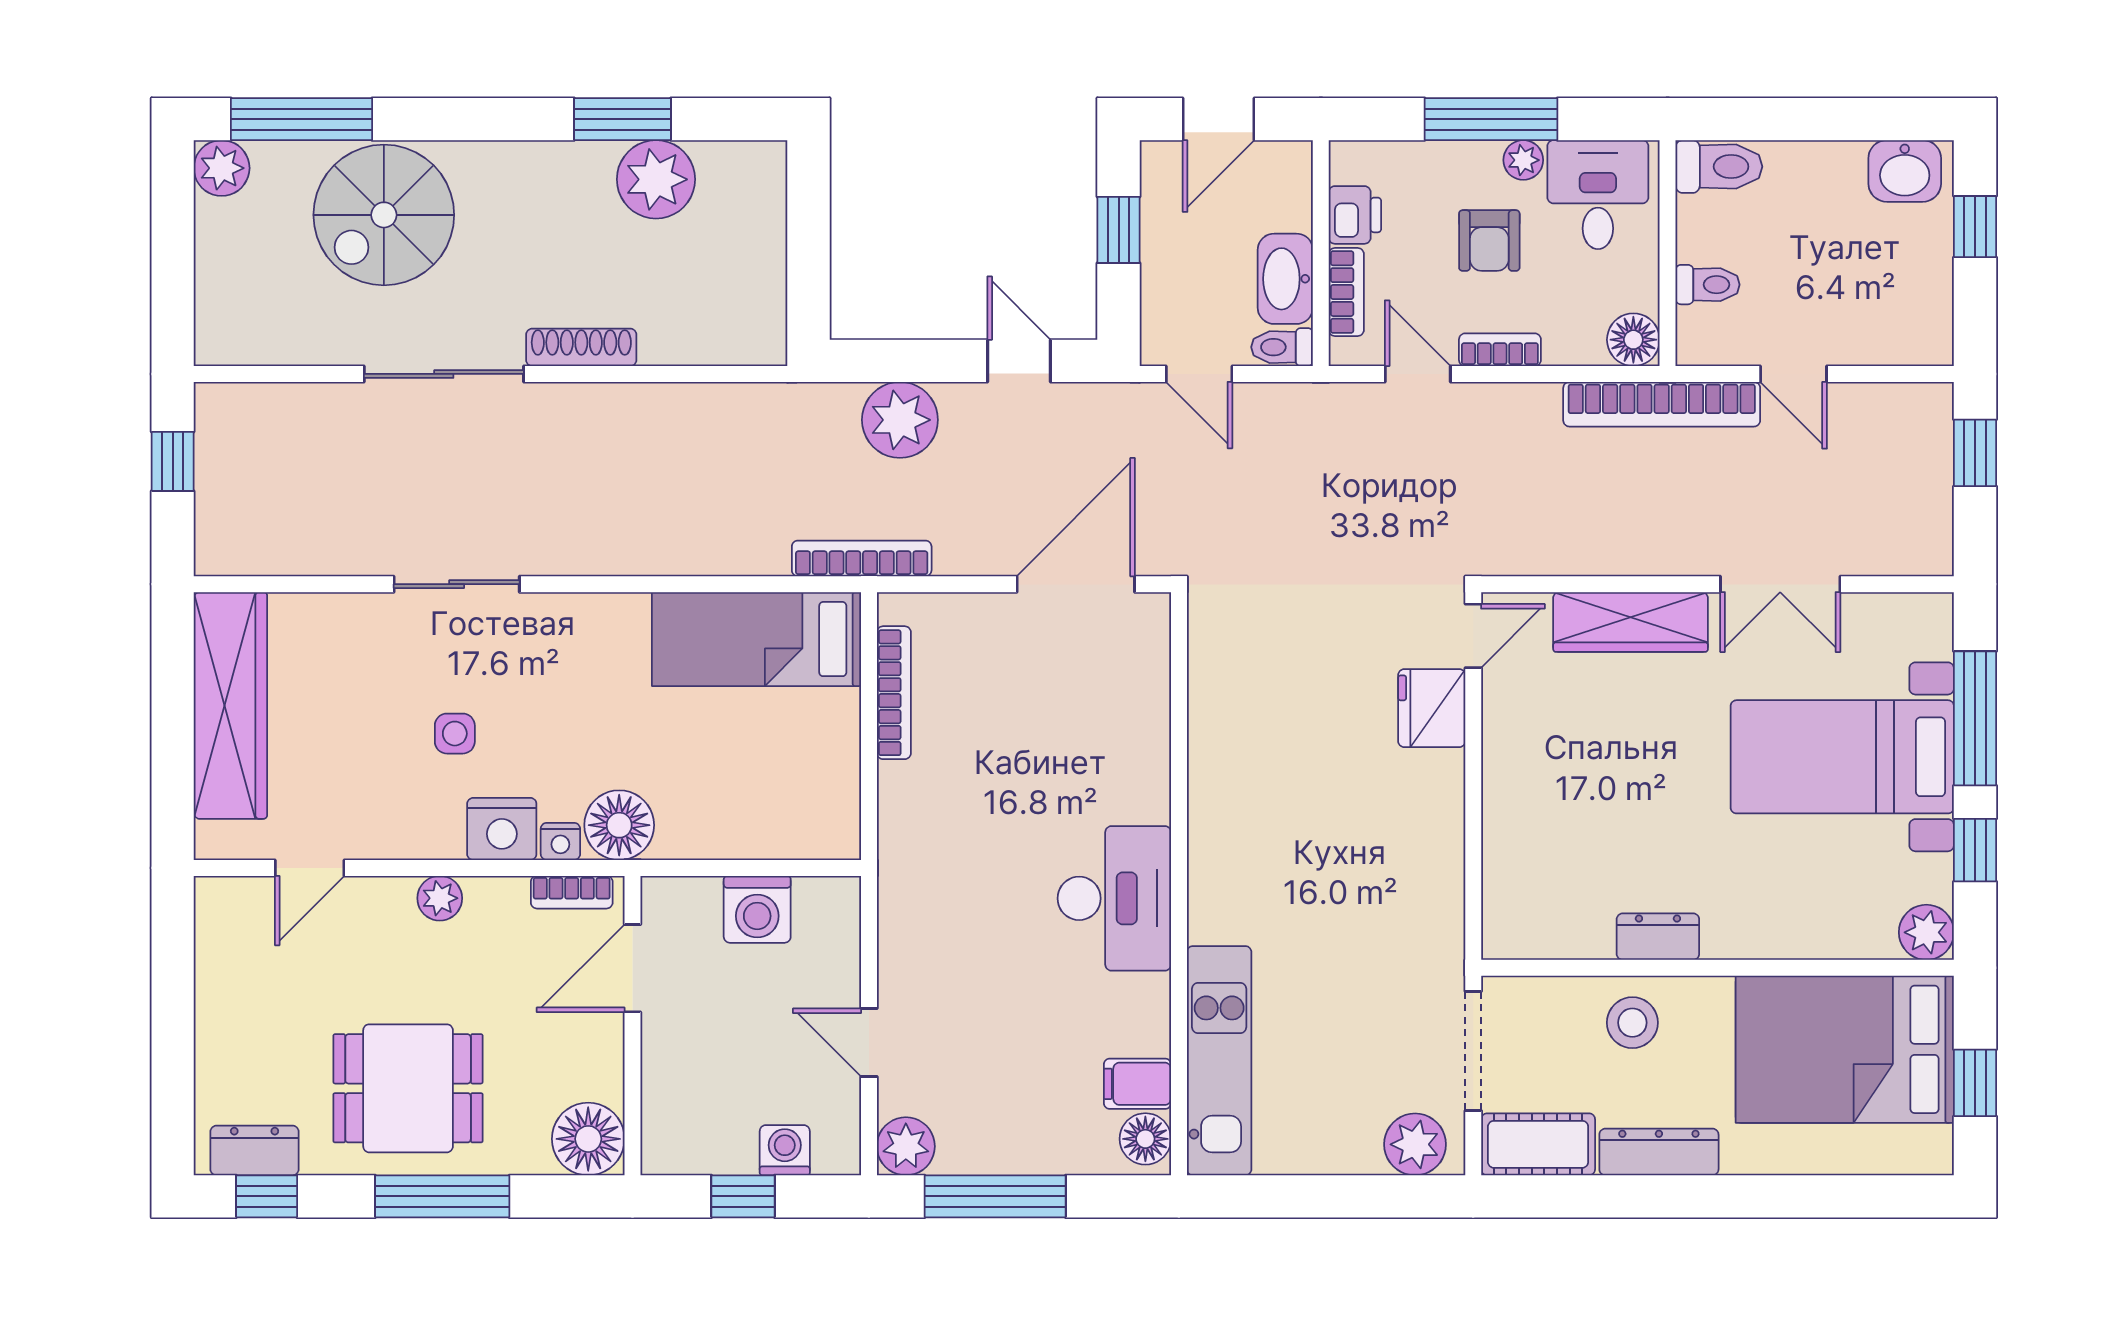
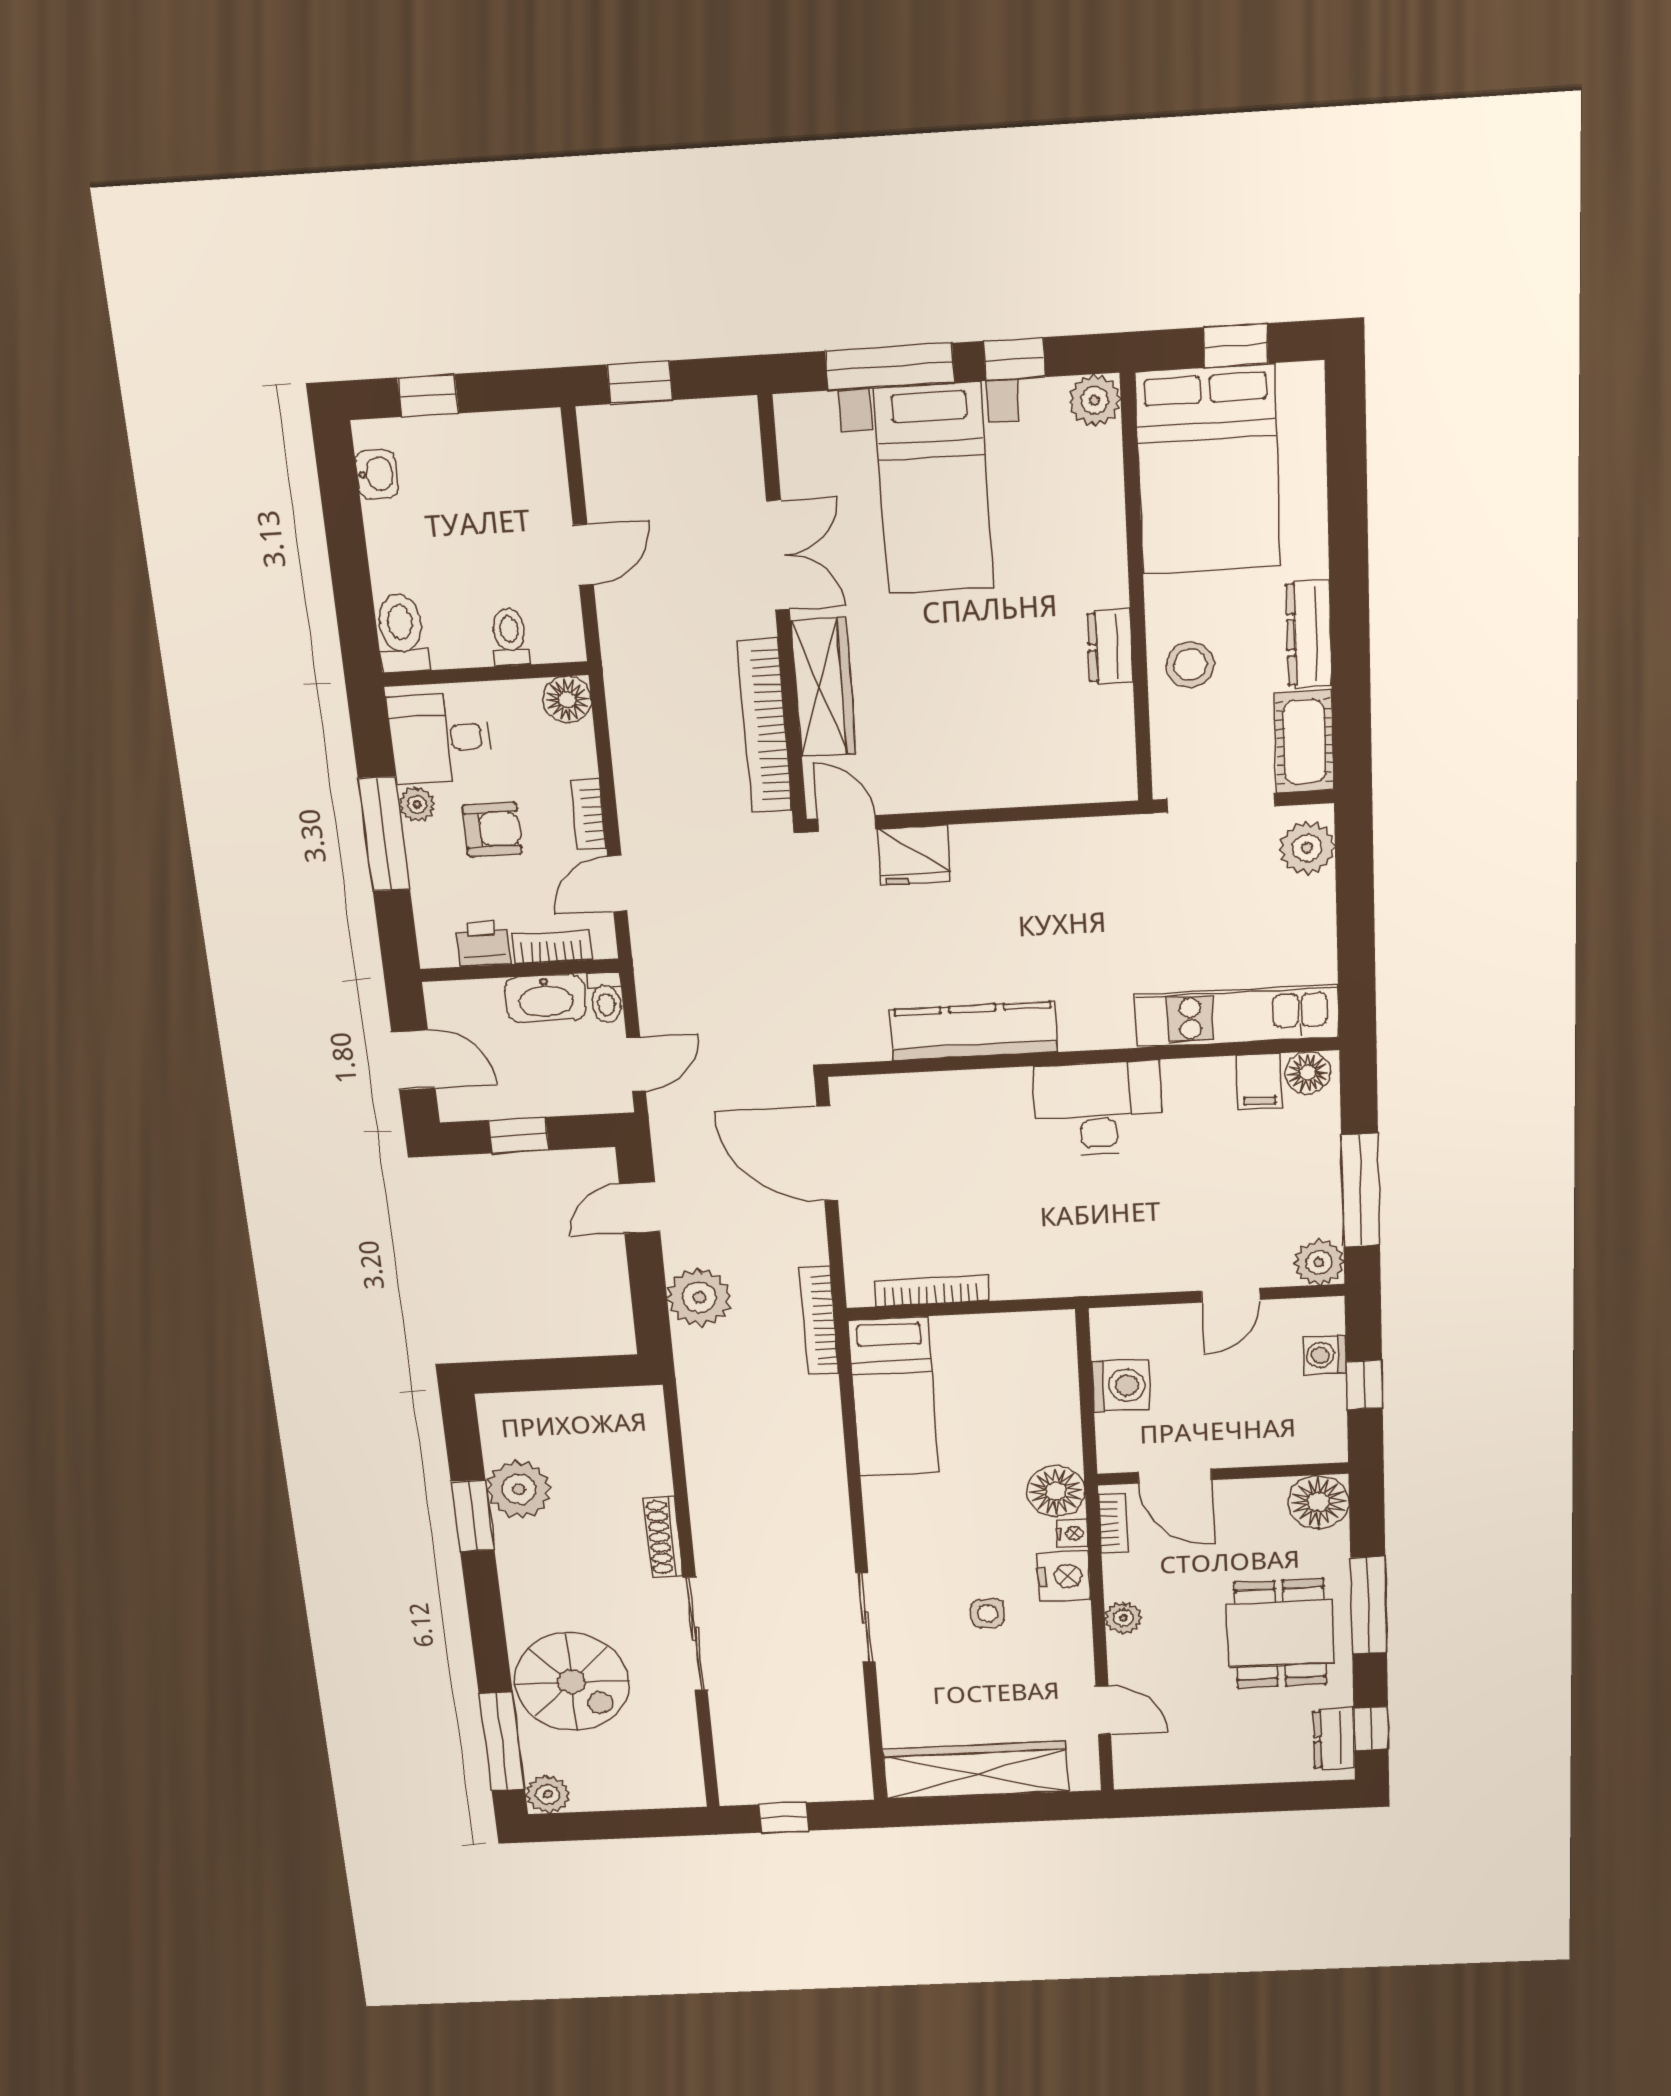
washbasin: (1905, 171) -> (377, 474), width x0.72, depth x0.69
bookcase: (1662, 404) -> (765, 726), moved, turned 180
kitchen counter: (1218, 762) -> (974, 1031), added

